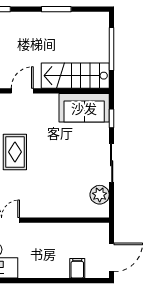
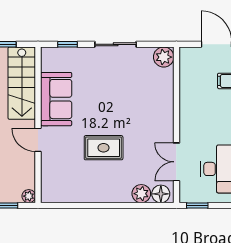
sofa: (84, 108) -> (56, 99), moved
plant: (100, 195) -> (164, 57), moved

